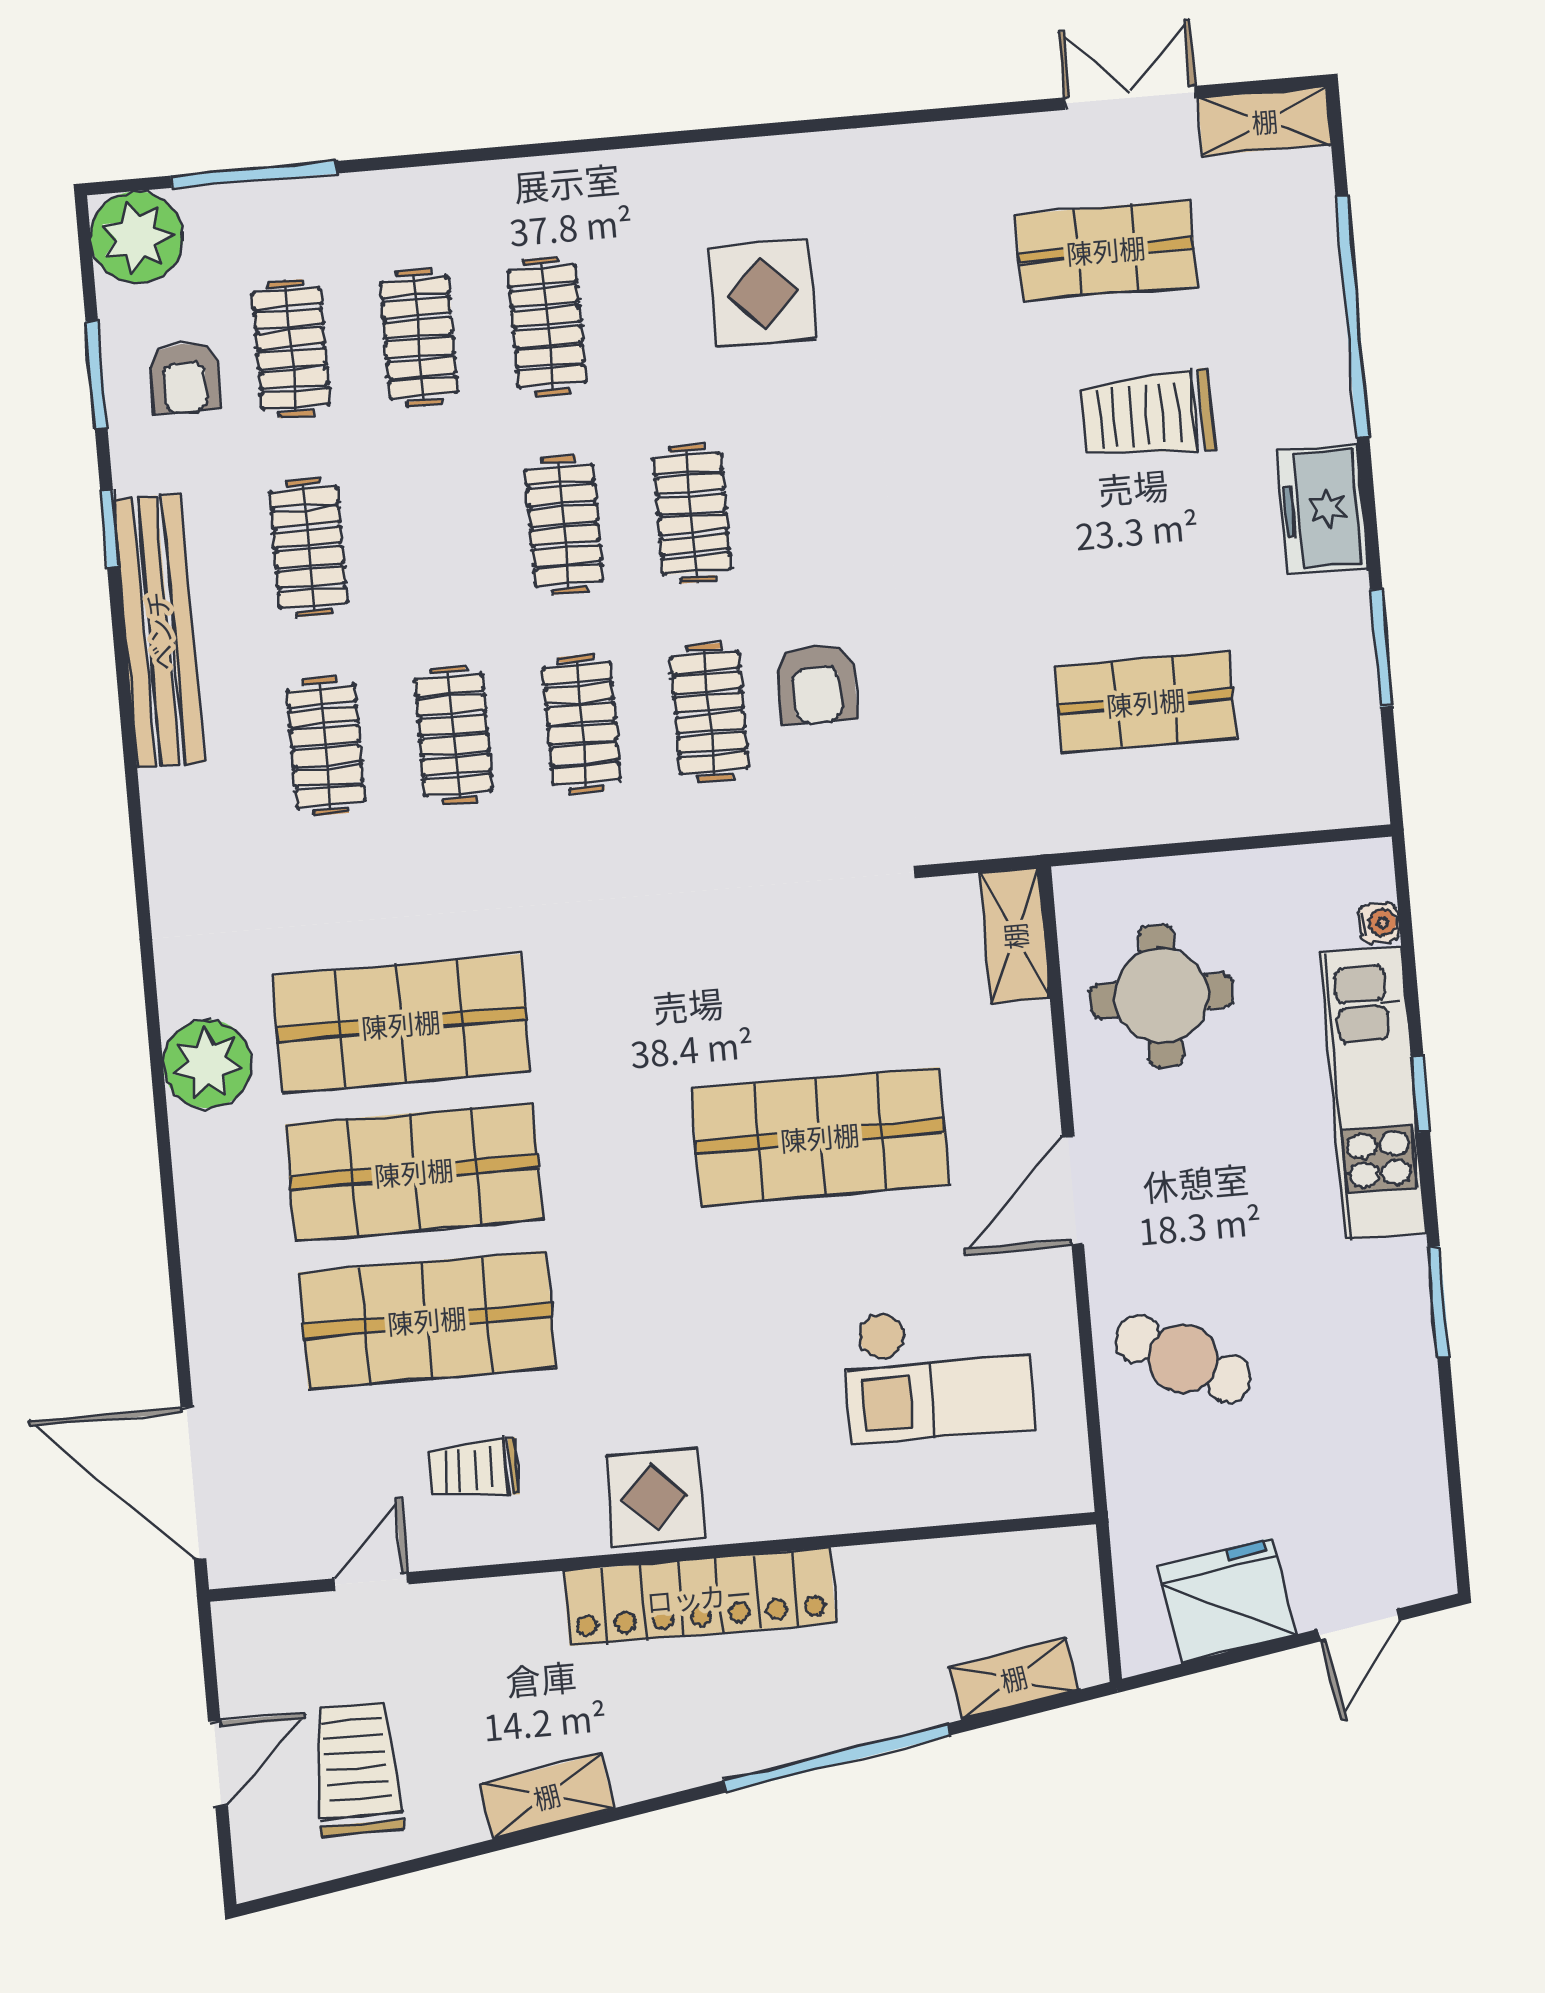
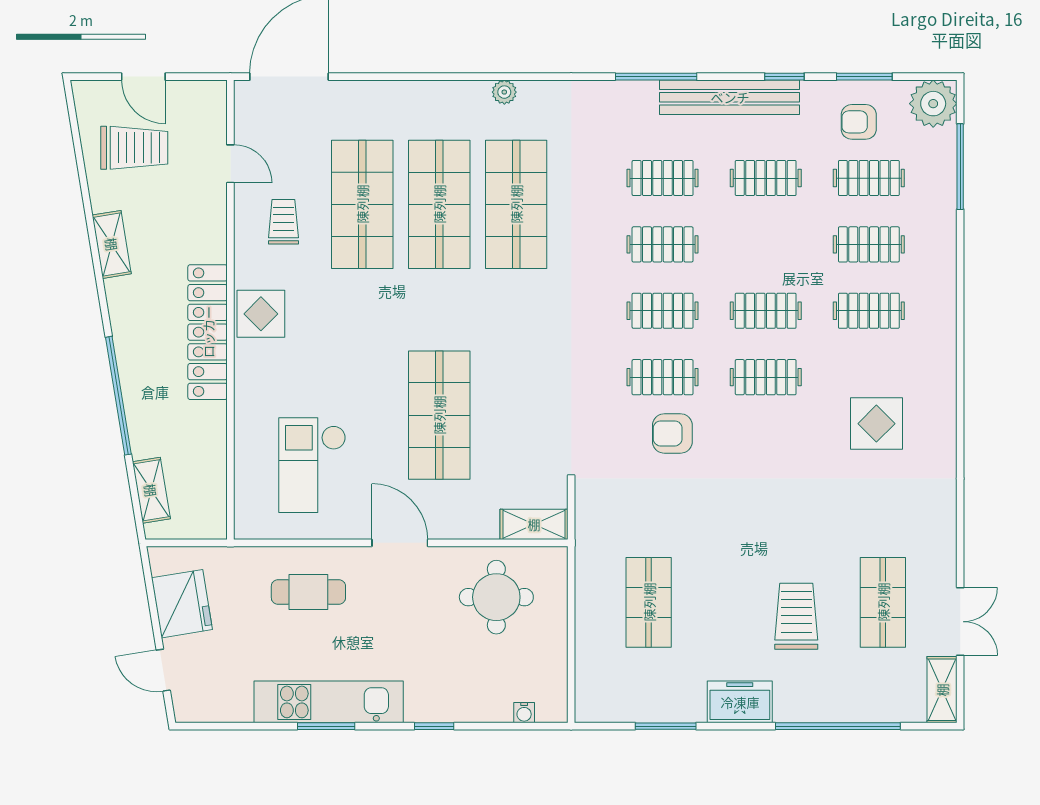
window: (132, 776) -> (656, 77), added
plant: (207, 1064) -> (504, 92), width x0.53, depth x0.53
kitchen unit: (1373, 1093) -> (329, 702), moved
cafe table: (1183, 1359) -> (308, 592), turned 61

